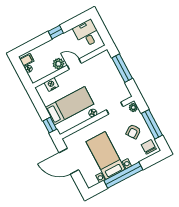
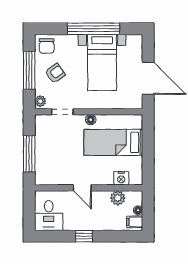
plant: (58, 64) -> (118, 198), moved
window: (50, 125) -> (148, 132), removed

